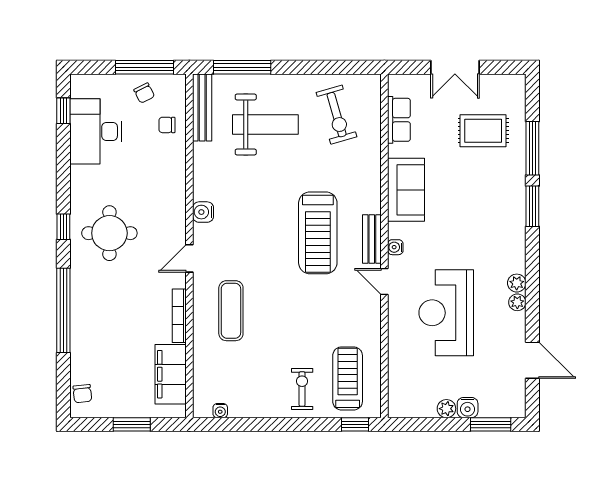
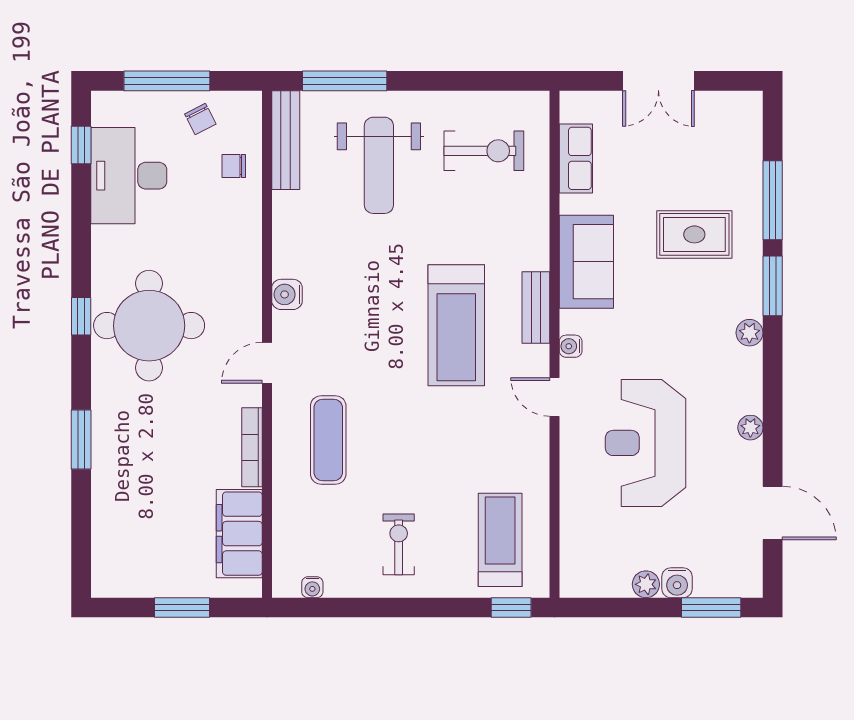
window: (144, 67) -> (167, 81), moved
exercise bike: (337, 115) -> (484, 151), turned -74
weight bench: (265, 124) -> (379, 165), turned 90
rug: (483, 131) -> (694, 234), moved
round table: (109, 233) -> (149, 326), width x1.36, depth x1.36
bench: (372, 239) -> (536, 307), moved
plant: (517, 283) -> (749, 333), moved
window: (63, 310) -> (81, 439), width x0.47
exercise bike: (302, 389) -> (399, 544), moved
chair: (82, 394) -> (109, 562), removed

